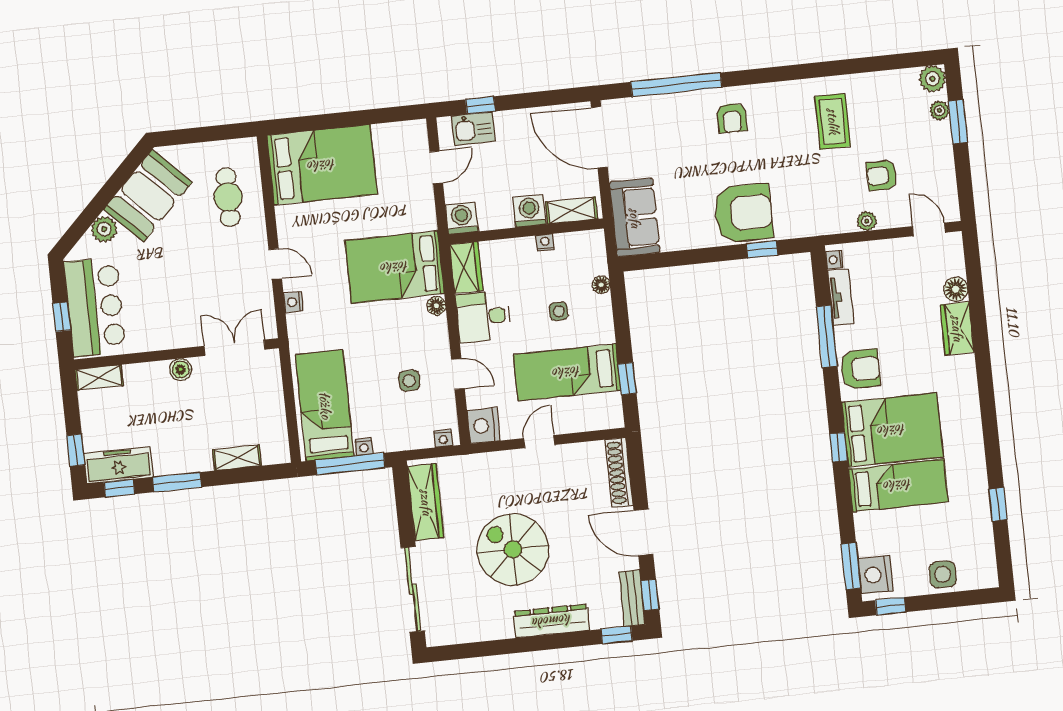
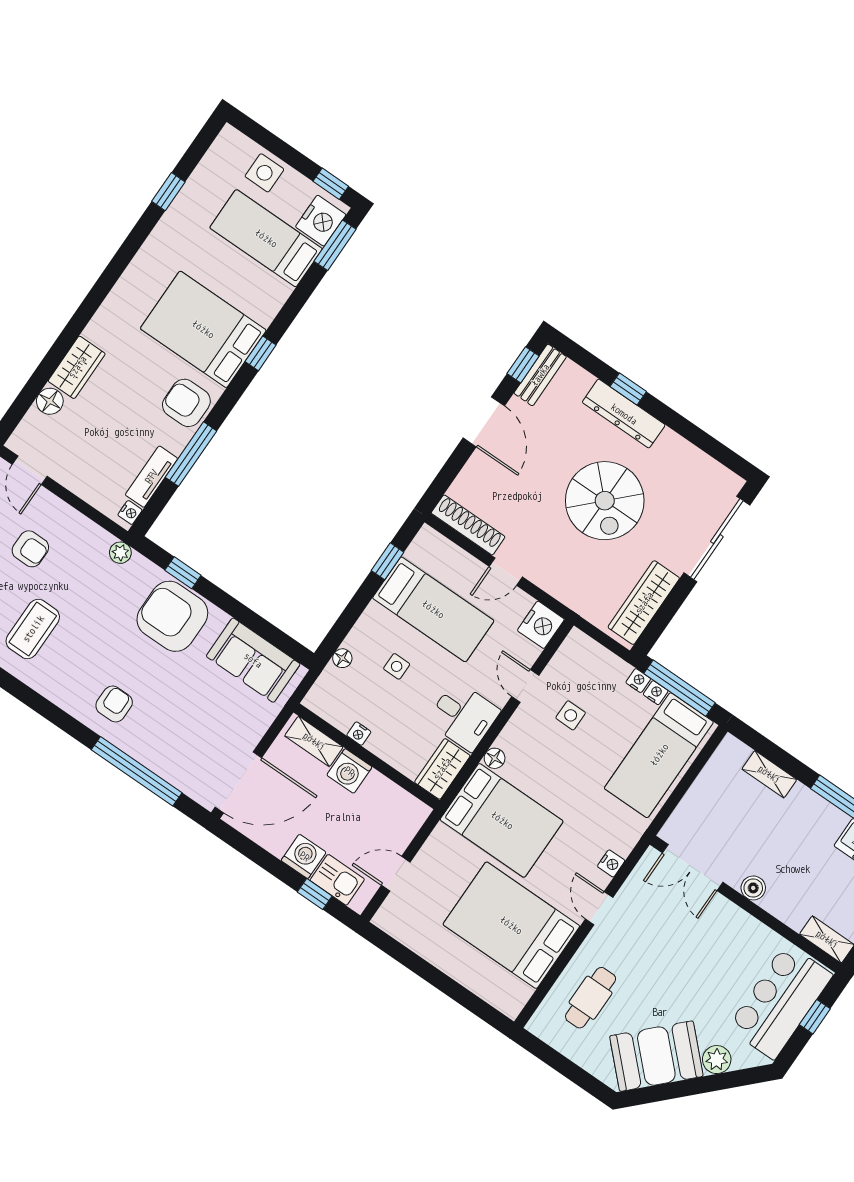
door: (599, 137) -> (238, 782), hinge flipped
bed: (322, 165) -> (511, 925), moved
washing machine: (462, 218) -> (304, 856), moved, turned 180
sofa: (635, 218) -> (253, 660), moved, turned -90
plant: (867, 221) -> (120, 553), moved
nightstand: (443, 438) -> (638, 681), moved
shoe rack: (619, 473) -> (468, 525), moved, turned -90
bed: (898, 485) -> (266, 238), moved
window: (617, 635) -> (628, 389), moved

